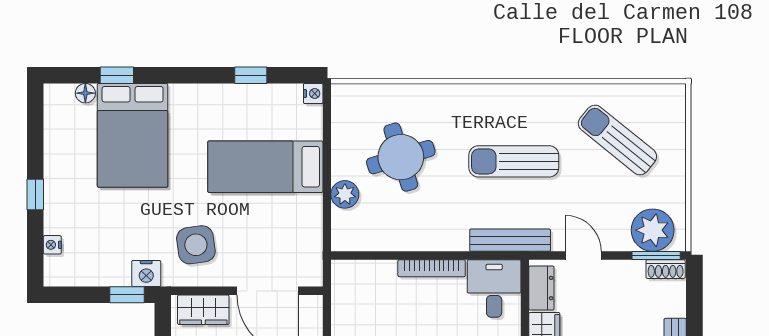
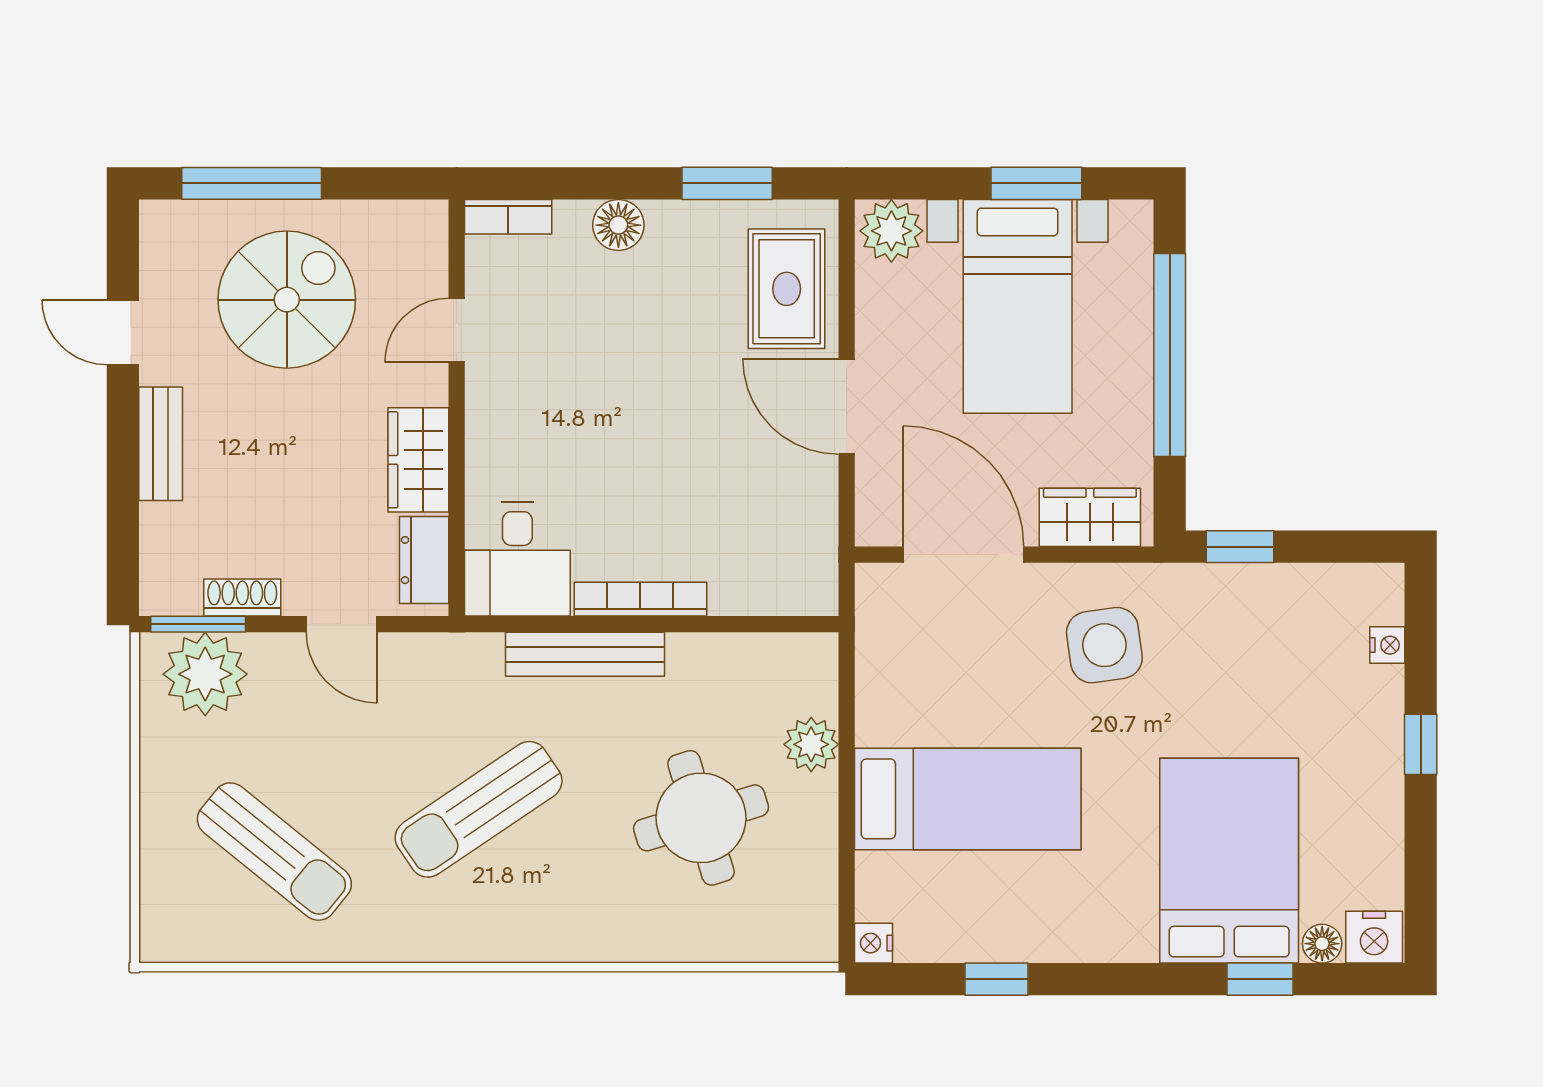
sun lounger: (514, 161) -> (479, 809), turned 146
bench: (510, 240) -> (585, 654), moved
shoe rack: (666, 269) -> (242, 597), moved
nightstand: (146, 274) -> (1374, 937), moved, turned 180

